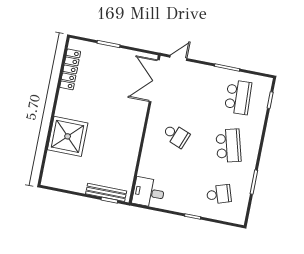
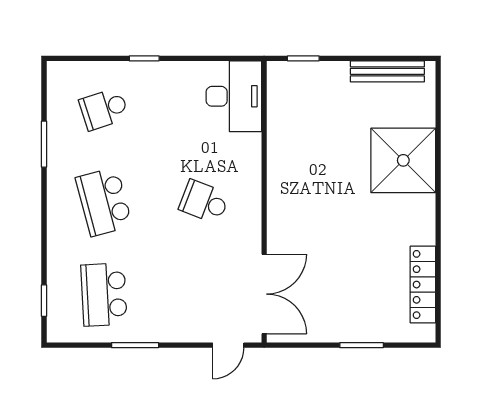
bench: (106, 192) -> (387, 71), moved
desk: (149, 192) -> (234, 96), width x1.37

